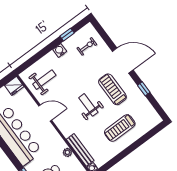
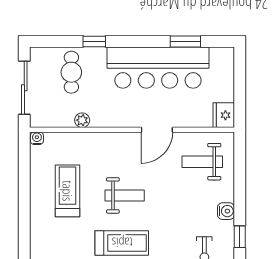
weight bench: (44, 80) -> (202, 162), turned 90
treadmill: (120, 128) -> (68, 191), moved
bench: (80, 150) -> (73, 140), removed

